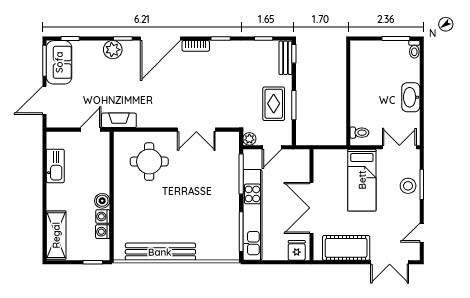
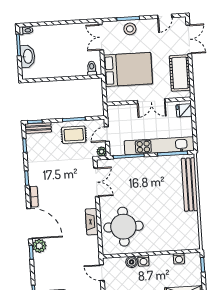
plant: (113, 50) -> (39, 246), moved
washbasin: (411, 97) -> (28, 56), moved, turned -90
fireplace: (119, 120) -> (92, 222), moved
double door: (196, 130) -> (96, 182), moved
door: (272, 147) -> (107, 134), swing flipped
round table: (149, 162) -> (123, 227), width x1.36, depth x1.36
bed: (362, 180) -> (128, 69), width x1.50
boiler: (102, 201) -> (132, 262), moved
double door: (311, 208) -> (151, 101), width x0.73
washing machine: (103, 216) -> (143, 261), moved
door: (422, 233) -> (165, 16), hinge flipped
bench: (160, 252) -> (190, 184), moved

